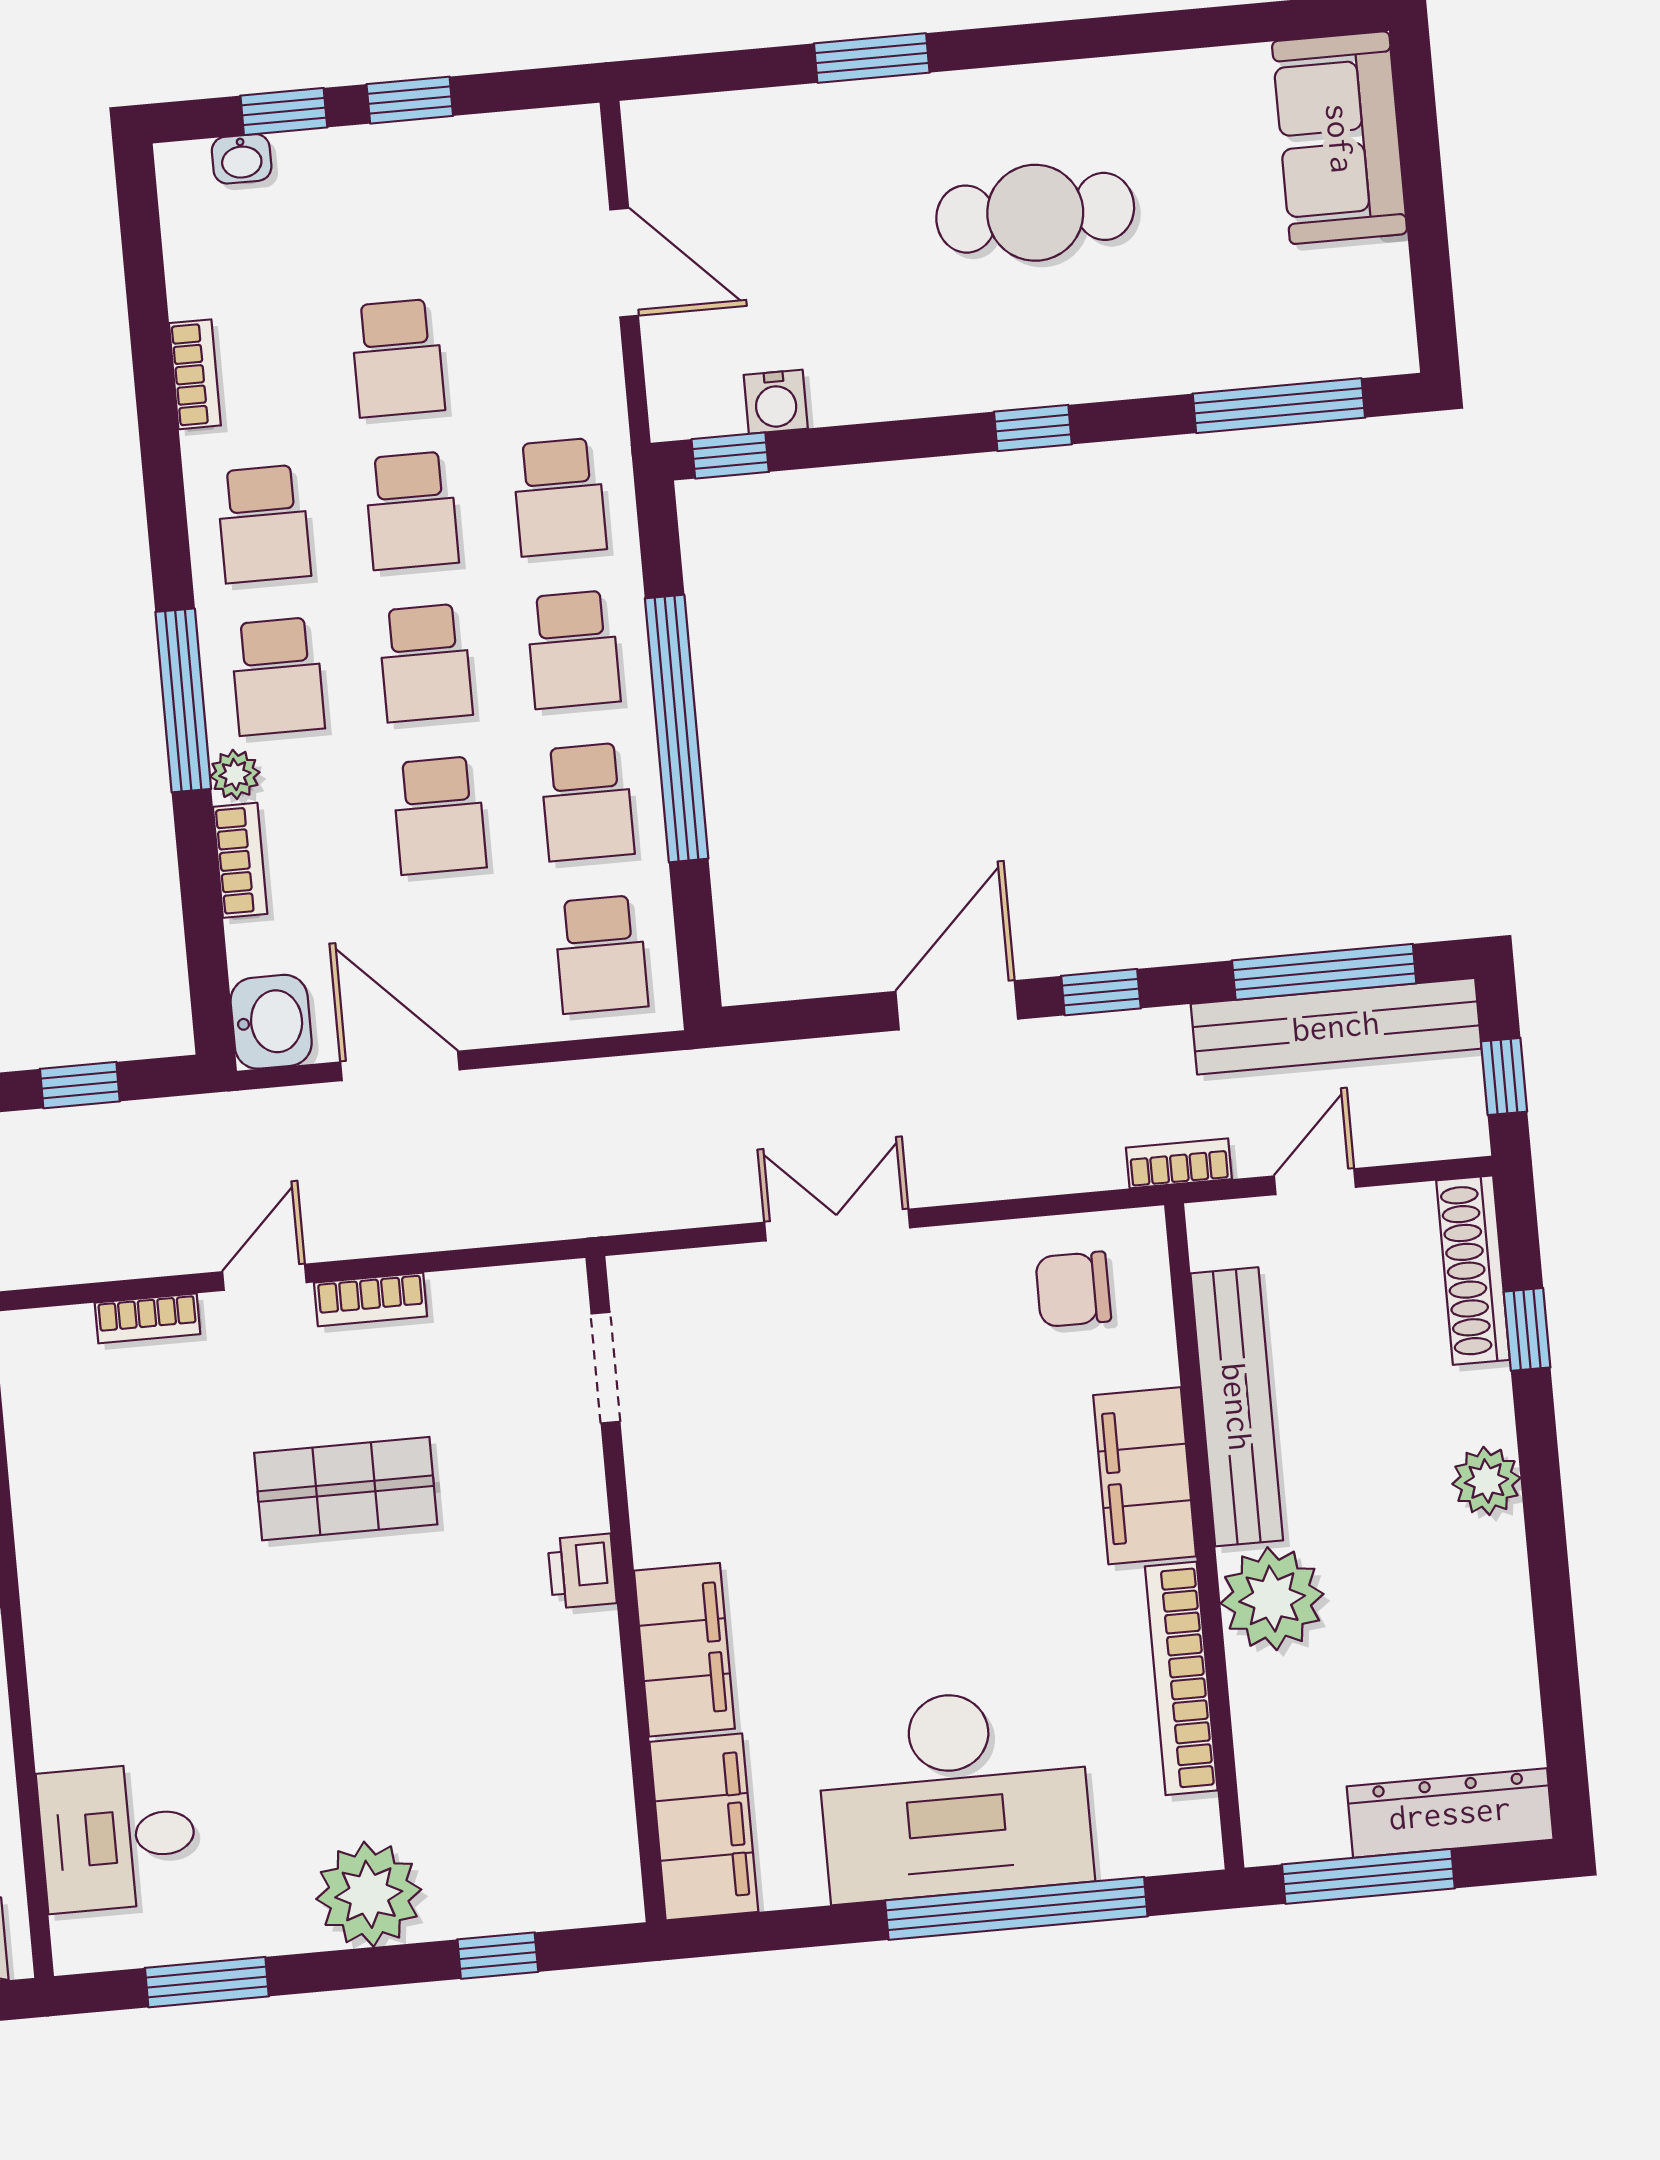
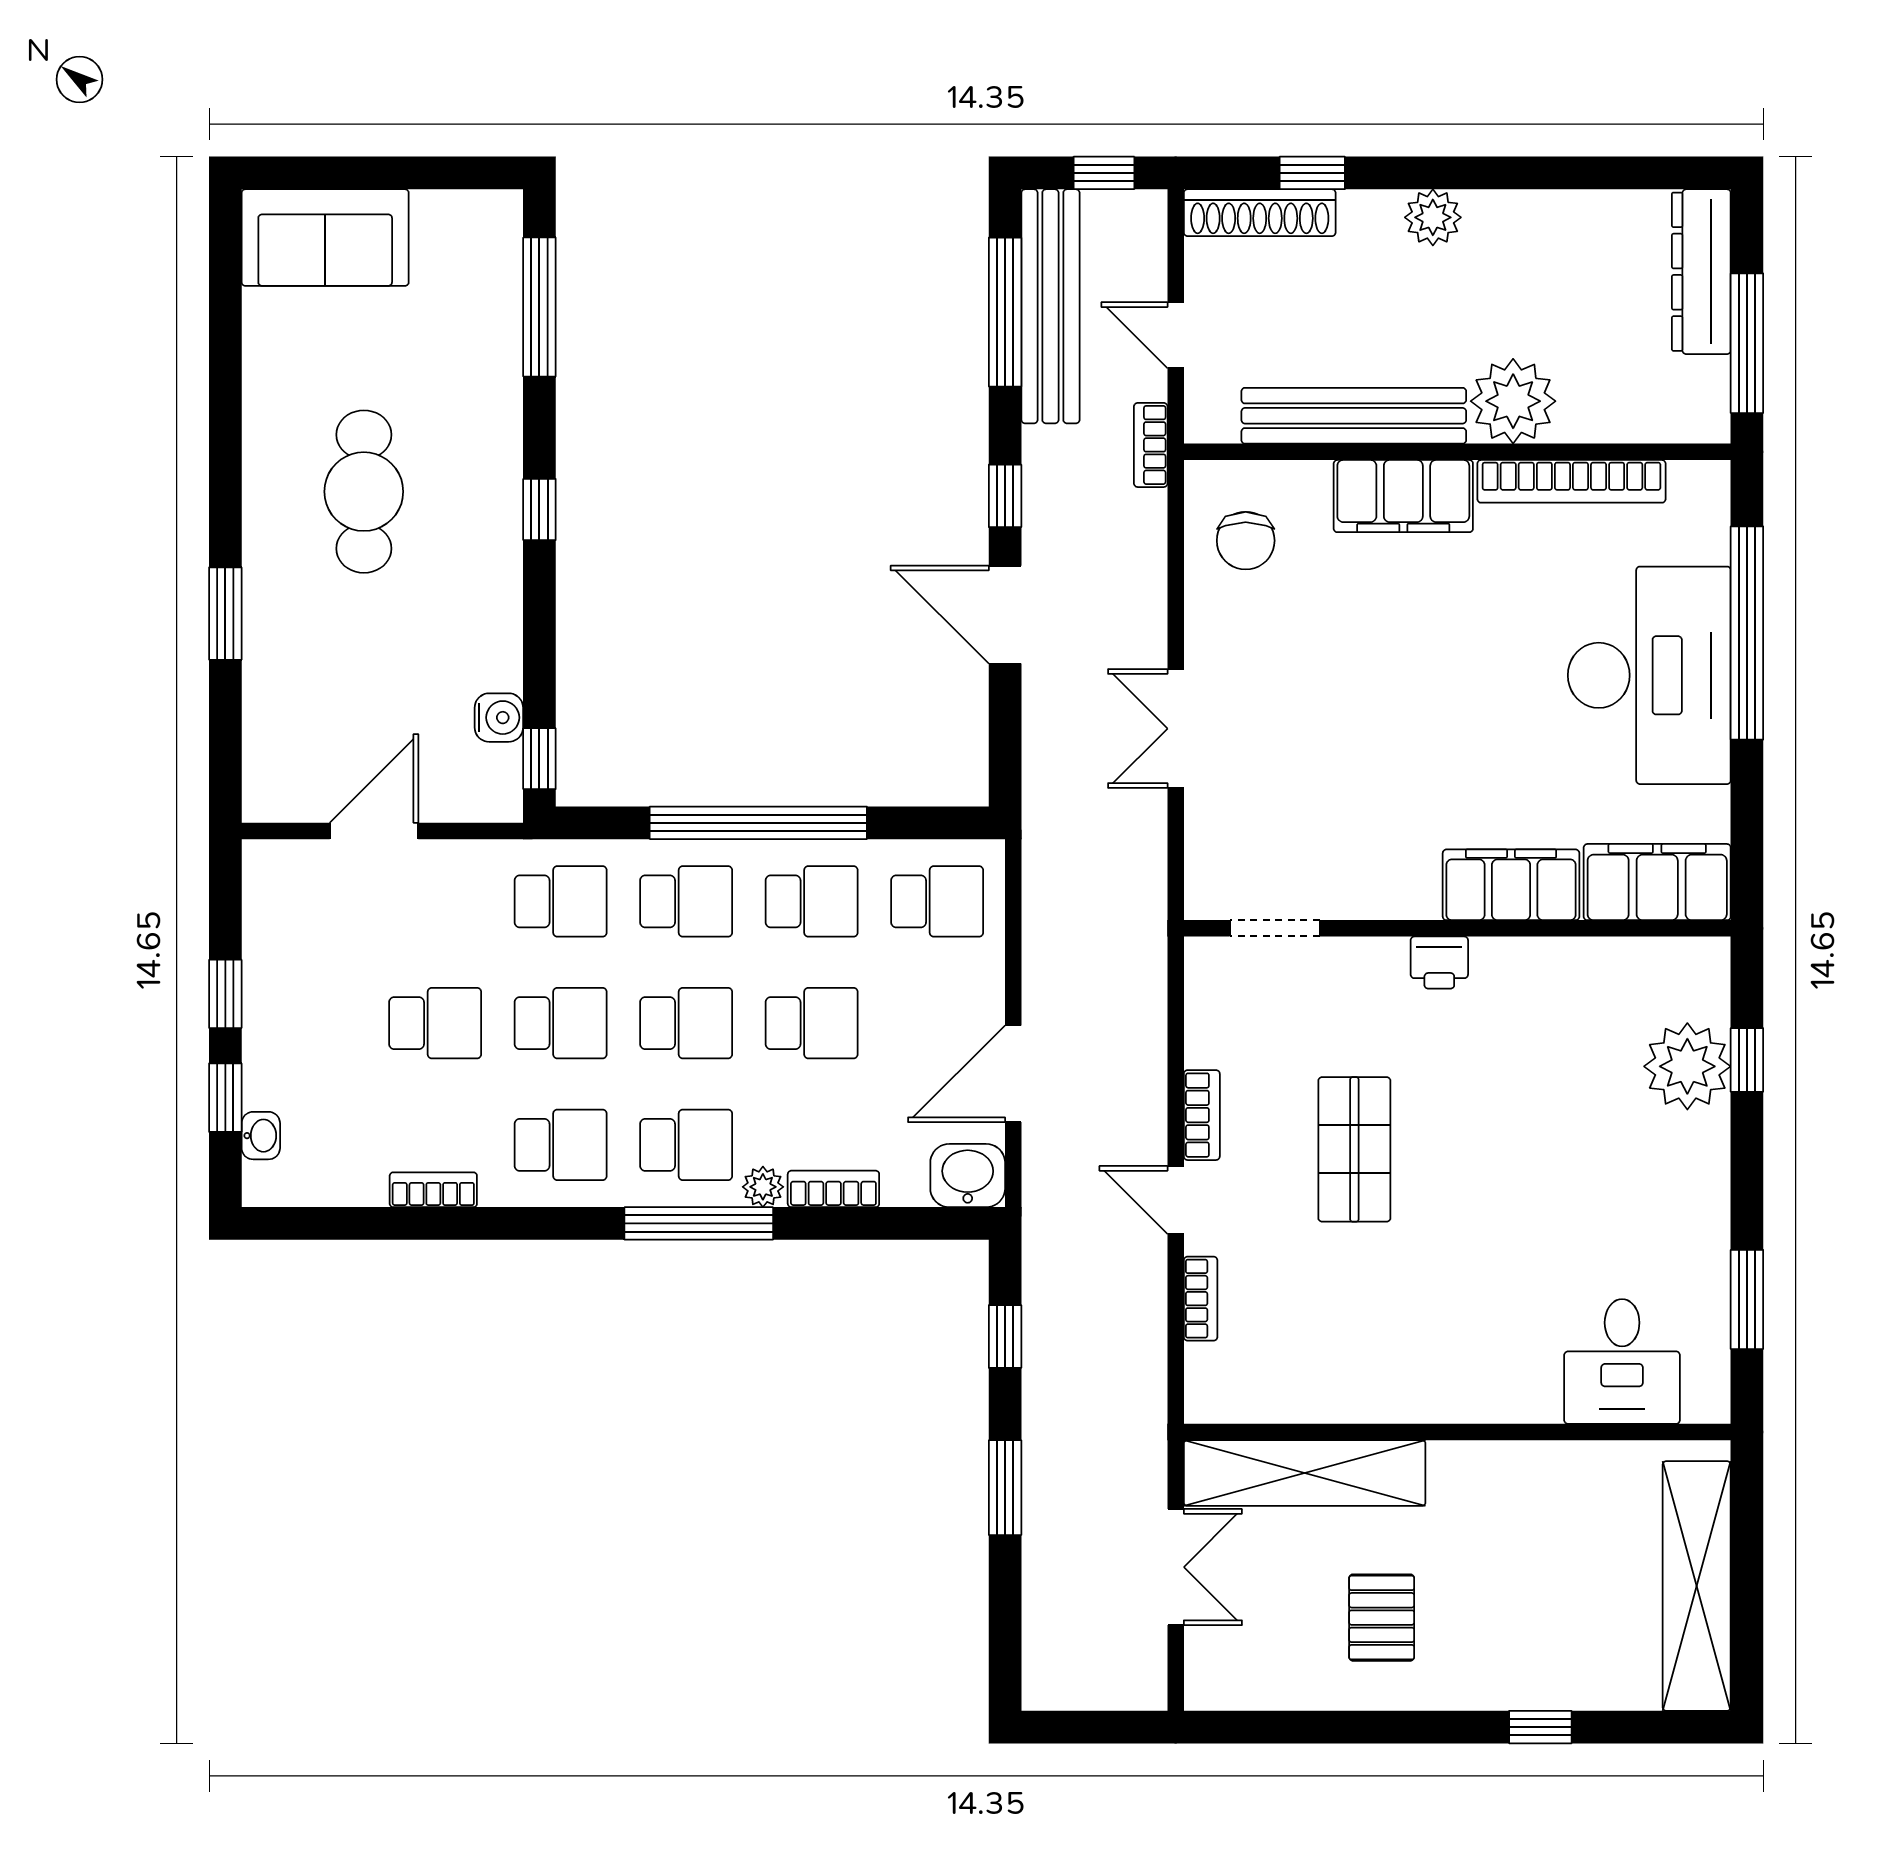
plant: (369, 1894) -> (1687, 1066), moved

